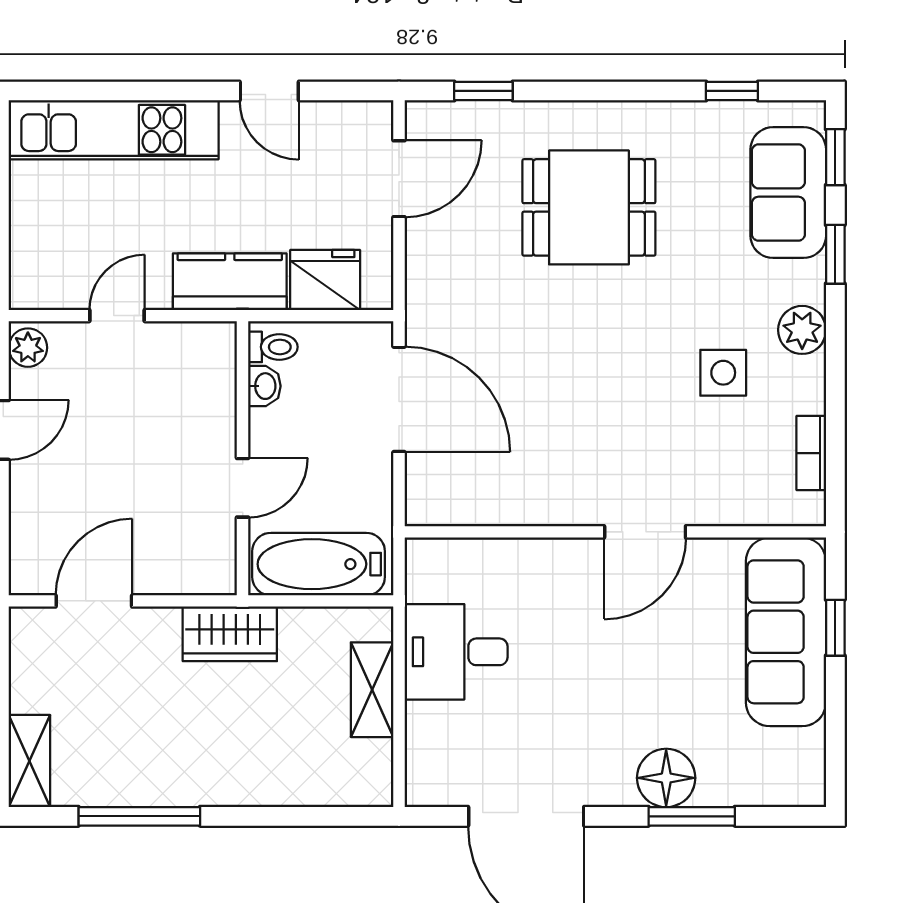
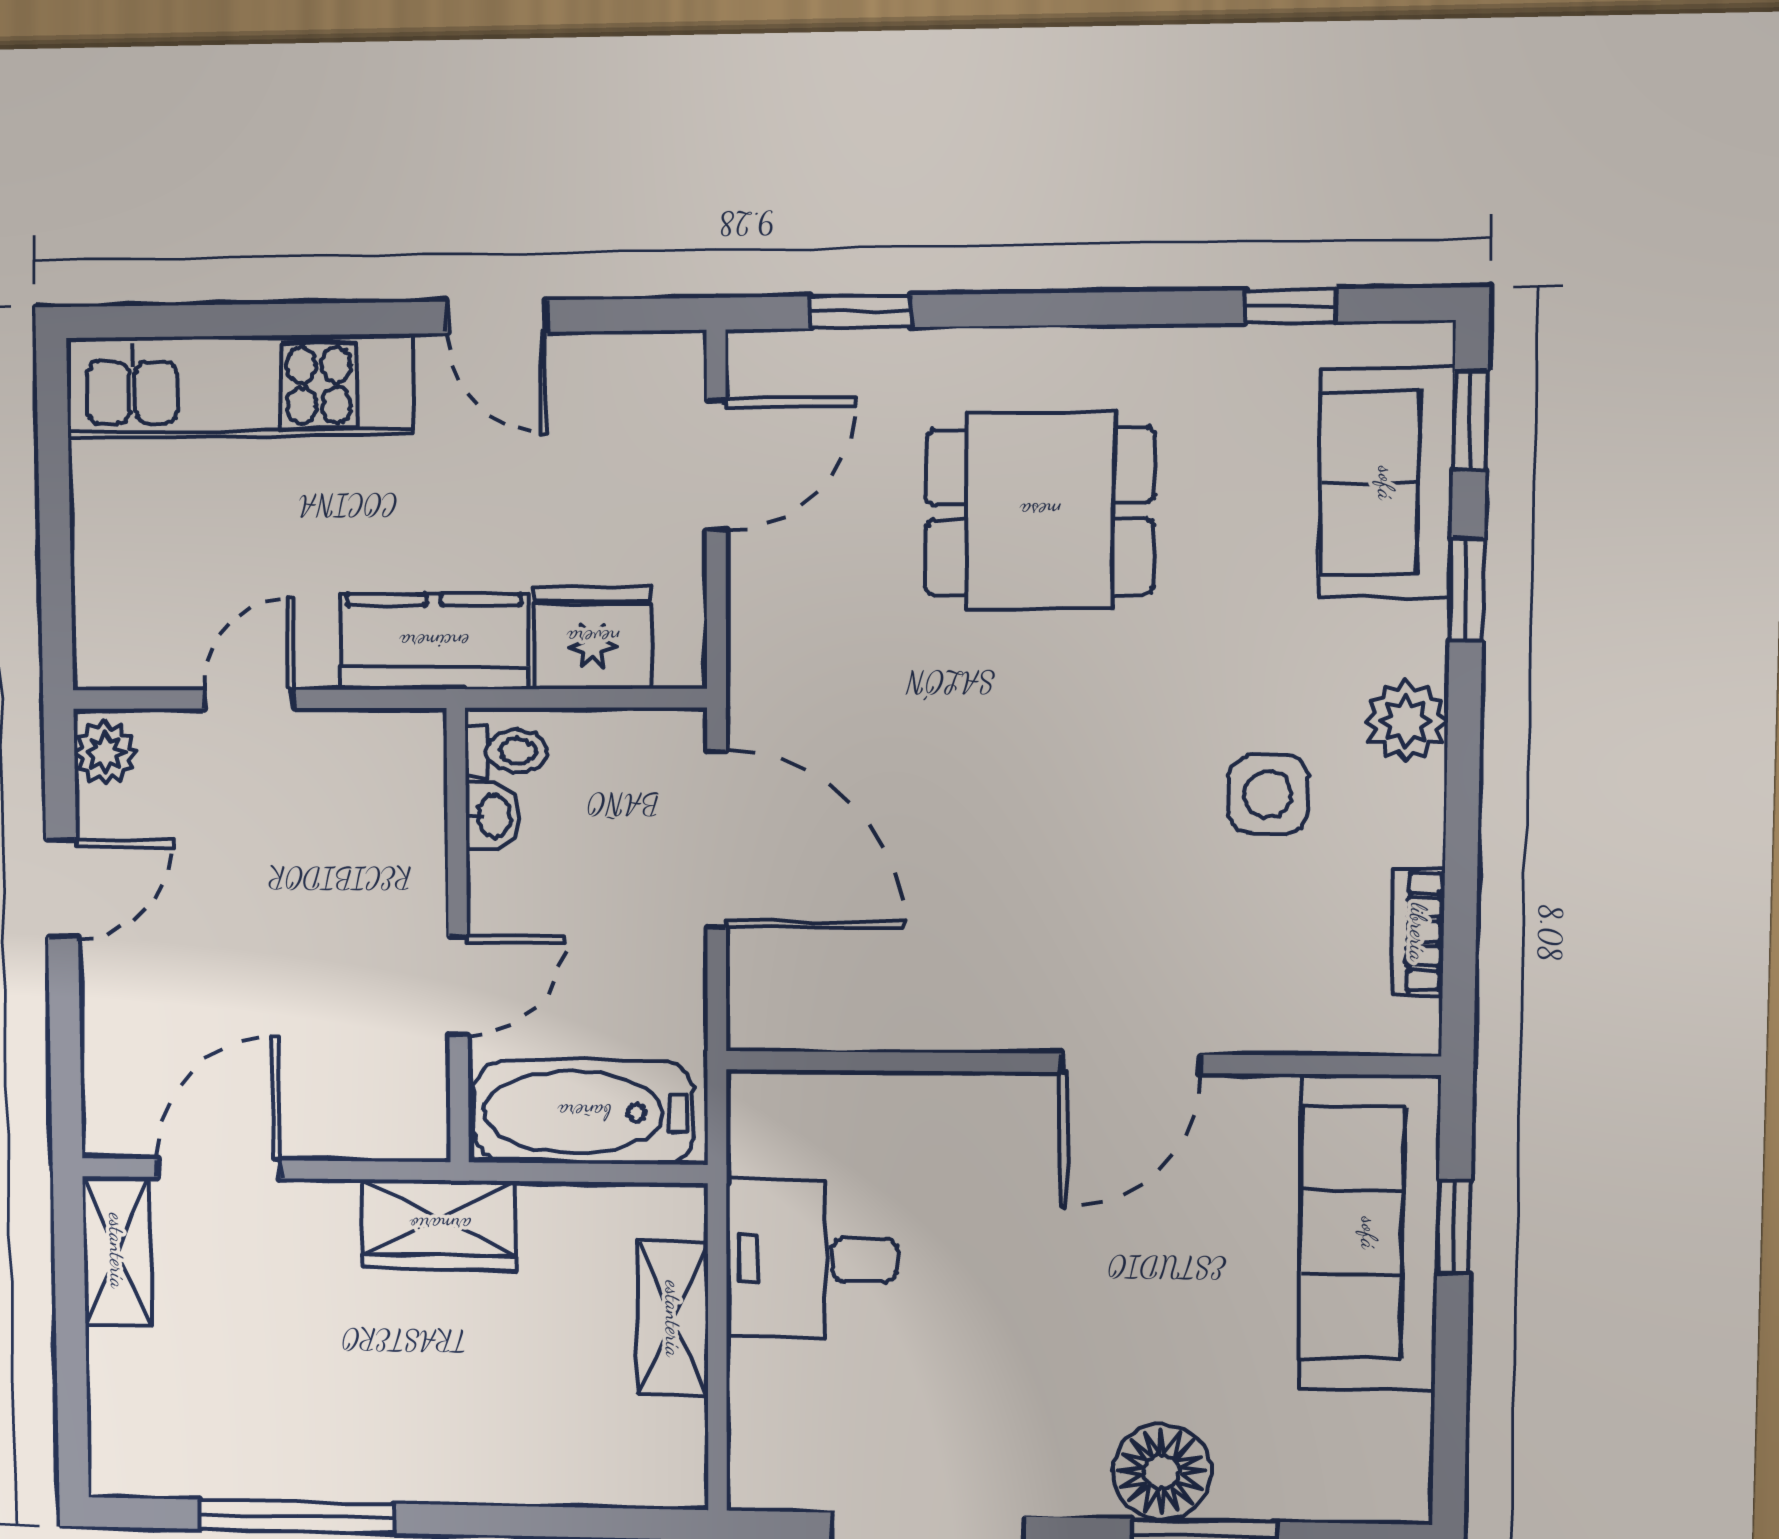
shelving: (29, 761) -> (117, 1251), moved

